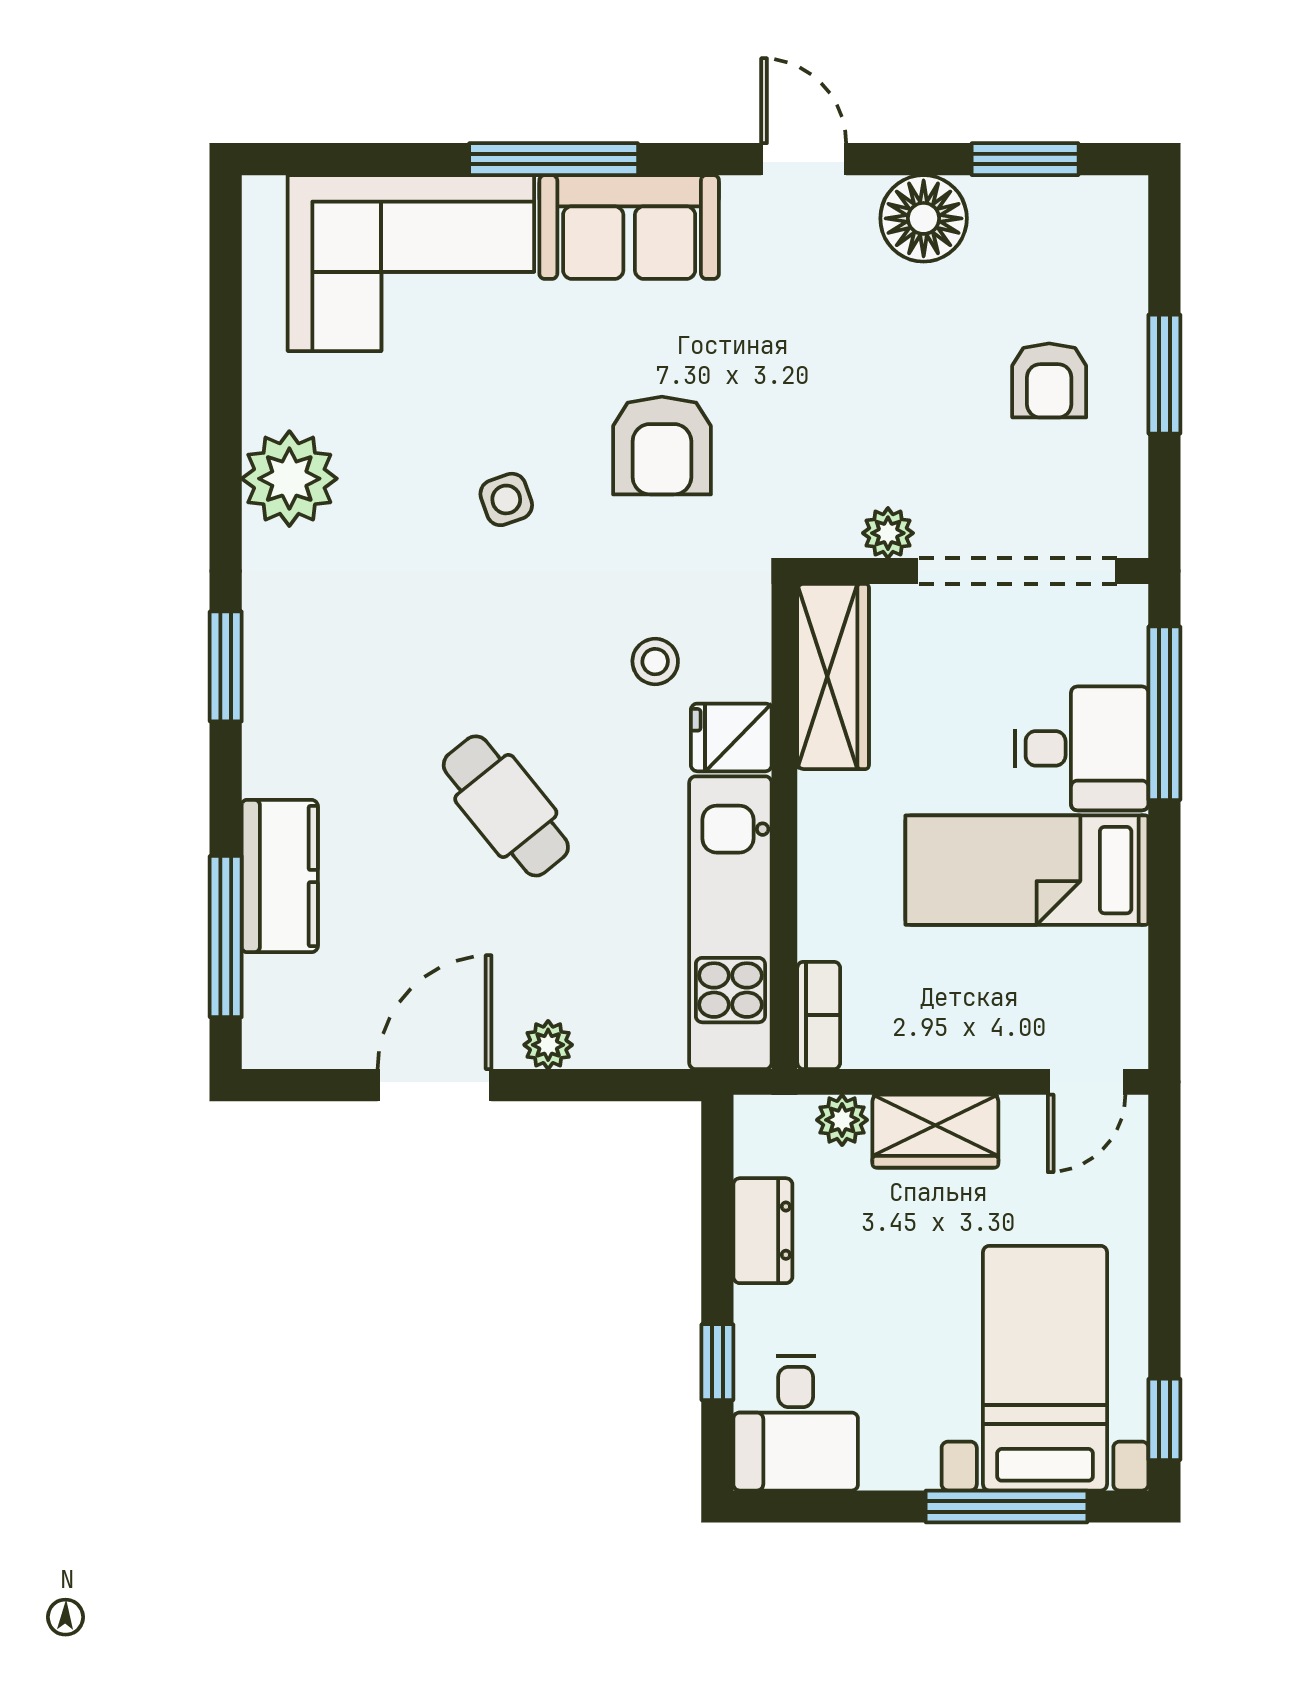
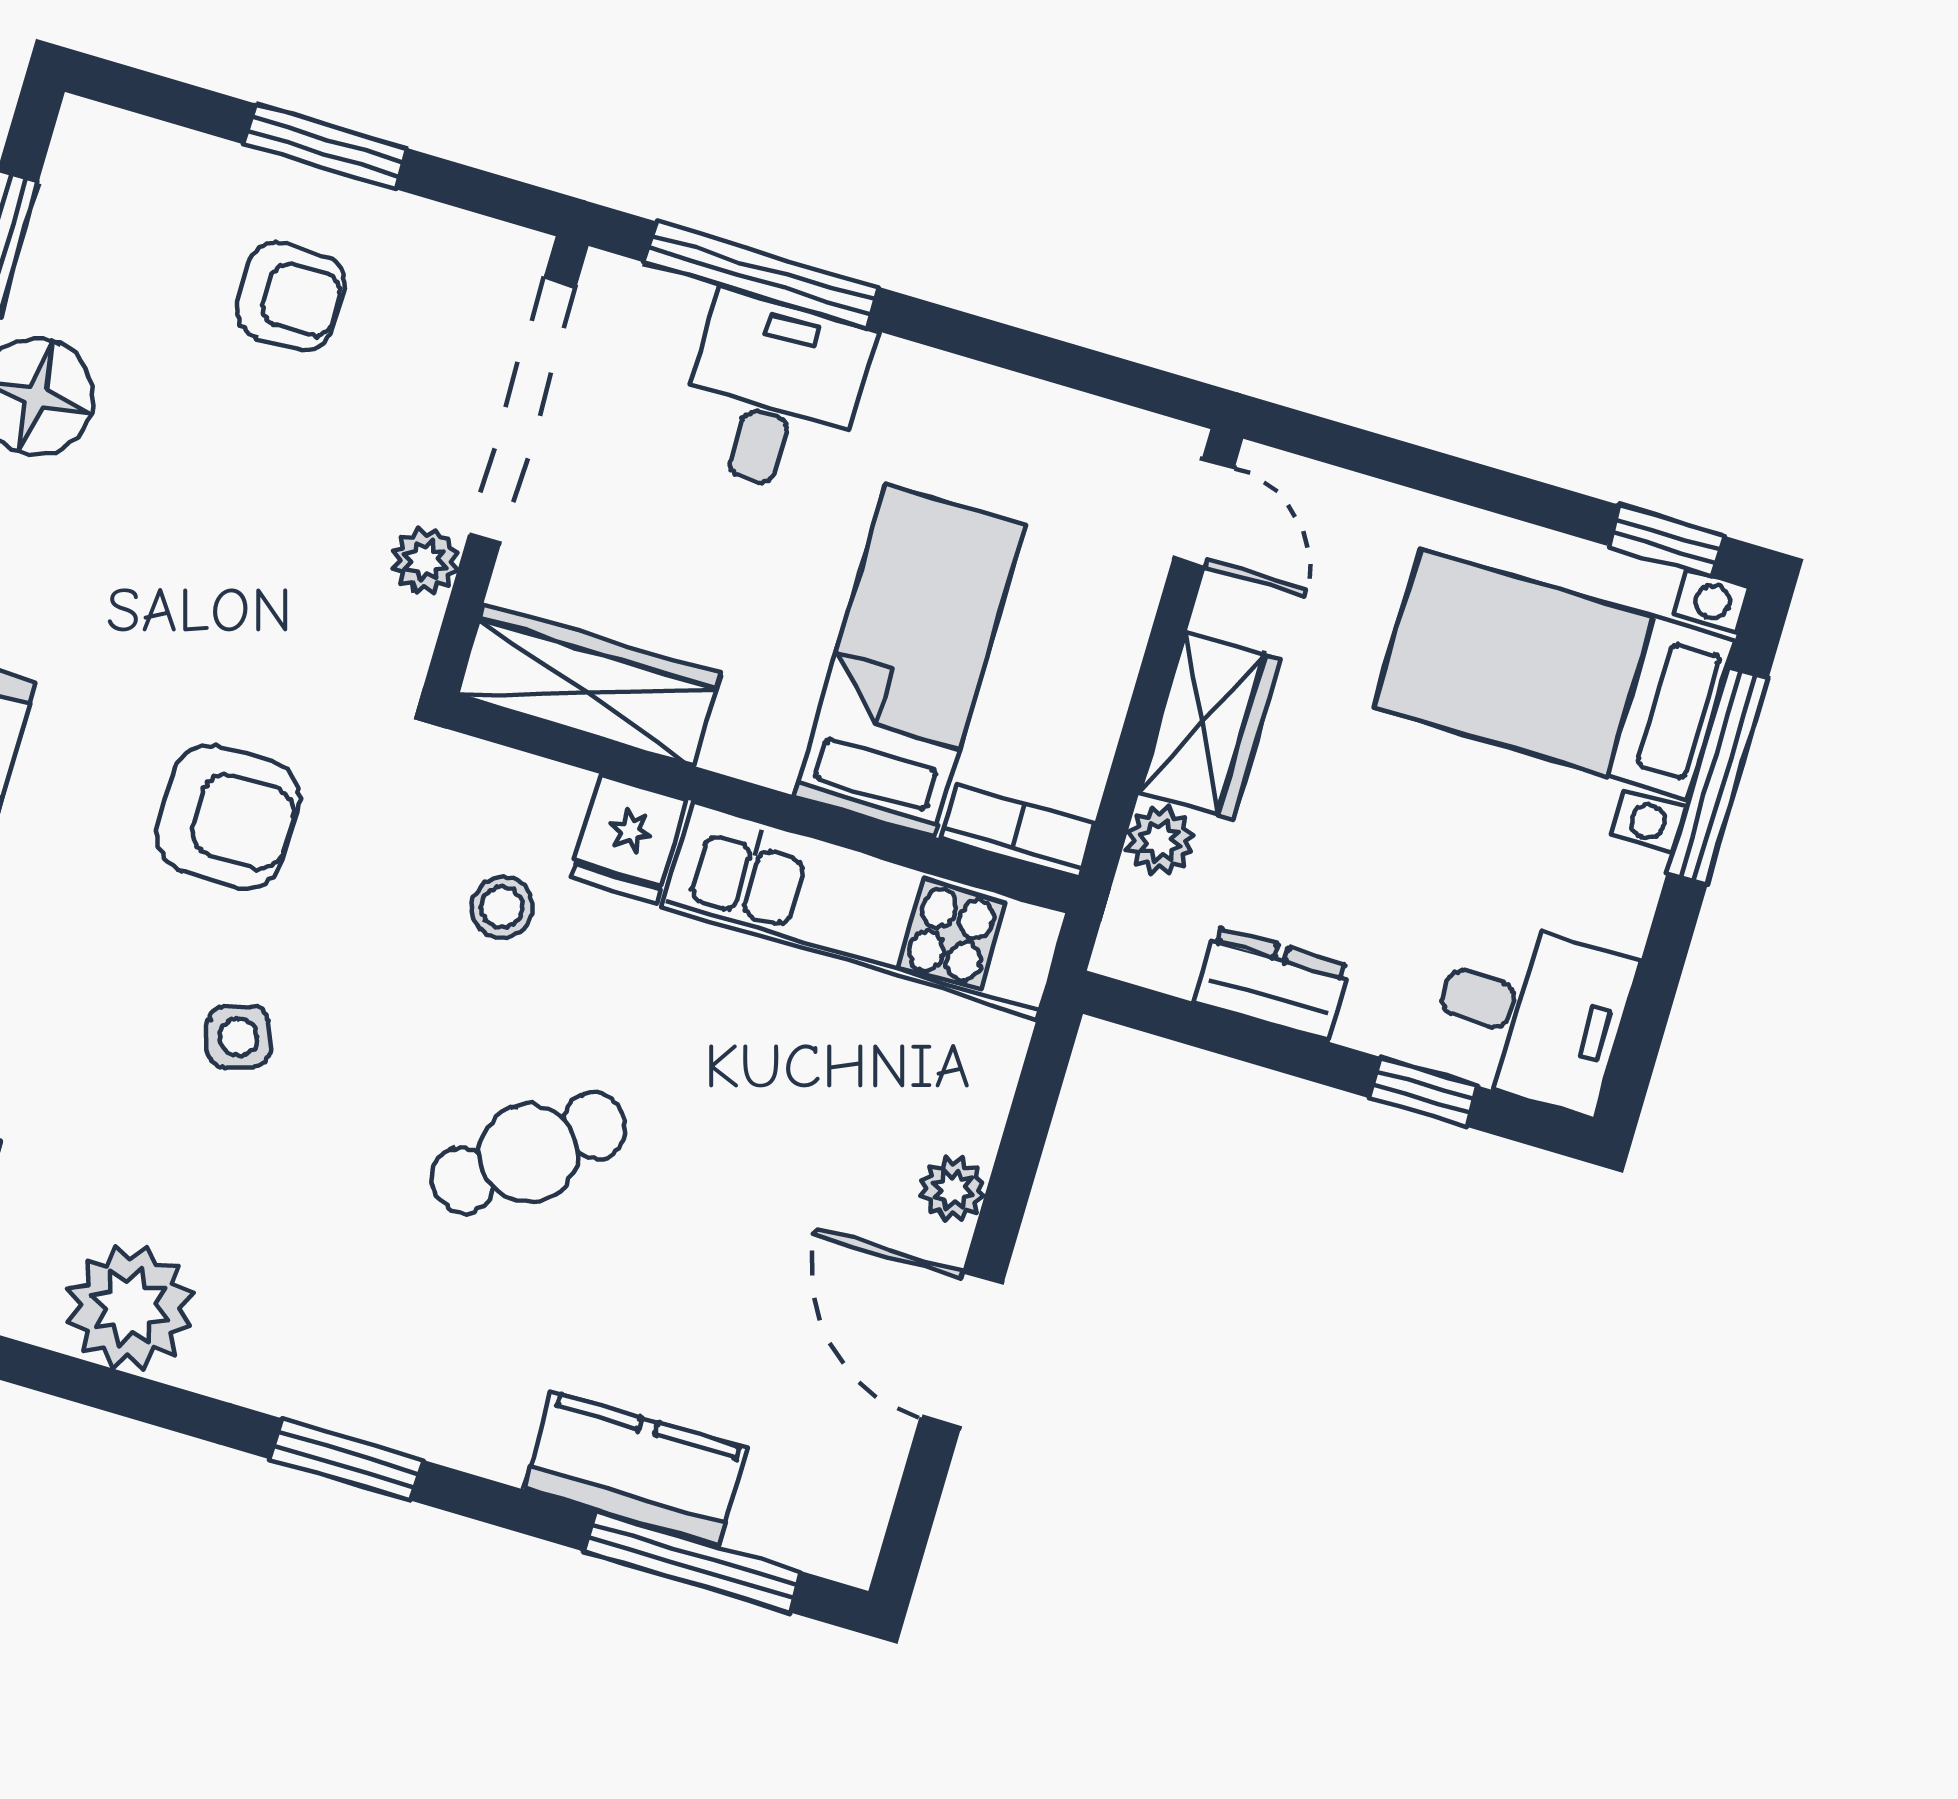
cafe table: (506, 806) -> (529, 1153), moved
bed: (1027, 870) -> (910, 660), moved, turned 180

